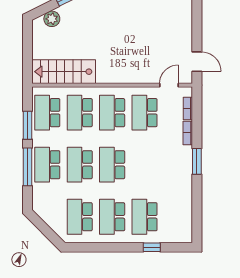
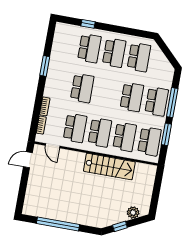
door: (197, 62) -> (28, 160), hinge flipped
stairs: (64, 72) -> (109, 167), moved
door: (169, 85) -> (53, 146), hinge flipped
window: (197, 161) -> (45, 66), moved
school desk: (112, 165) -> (82, 88), moved

